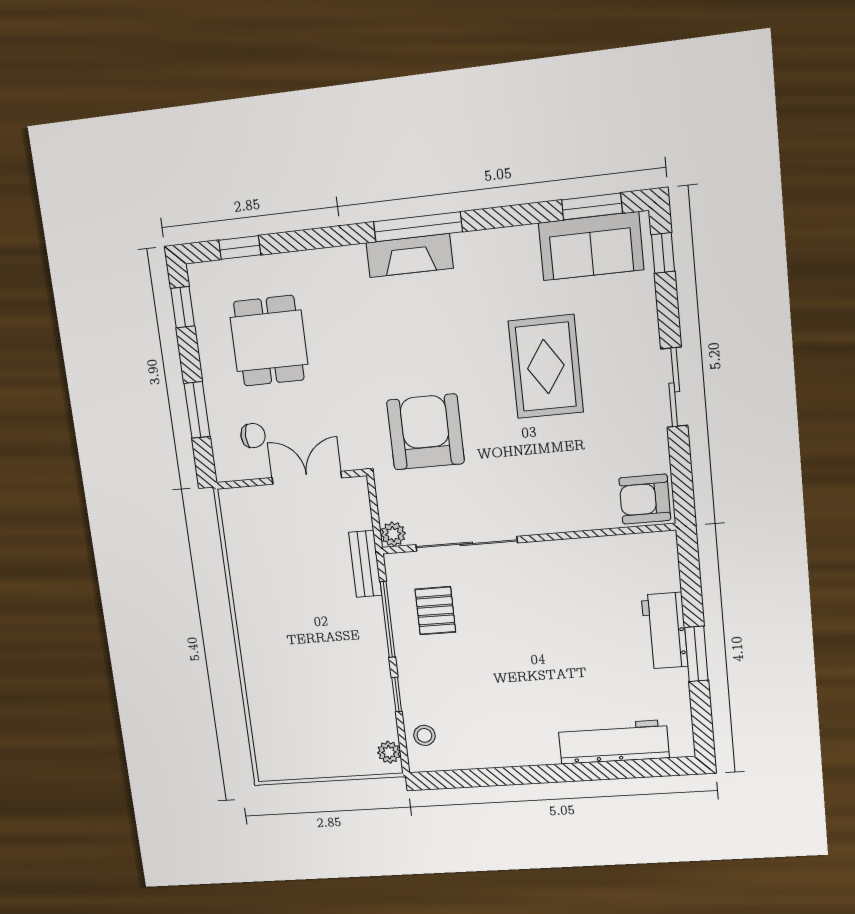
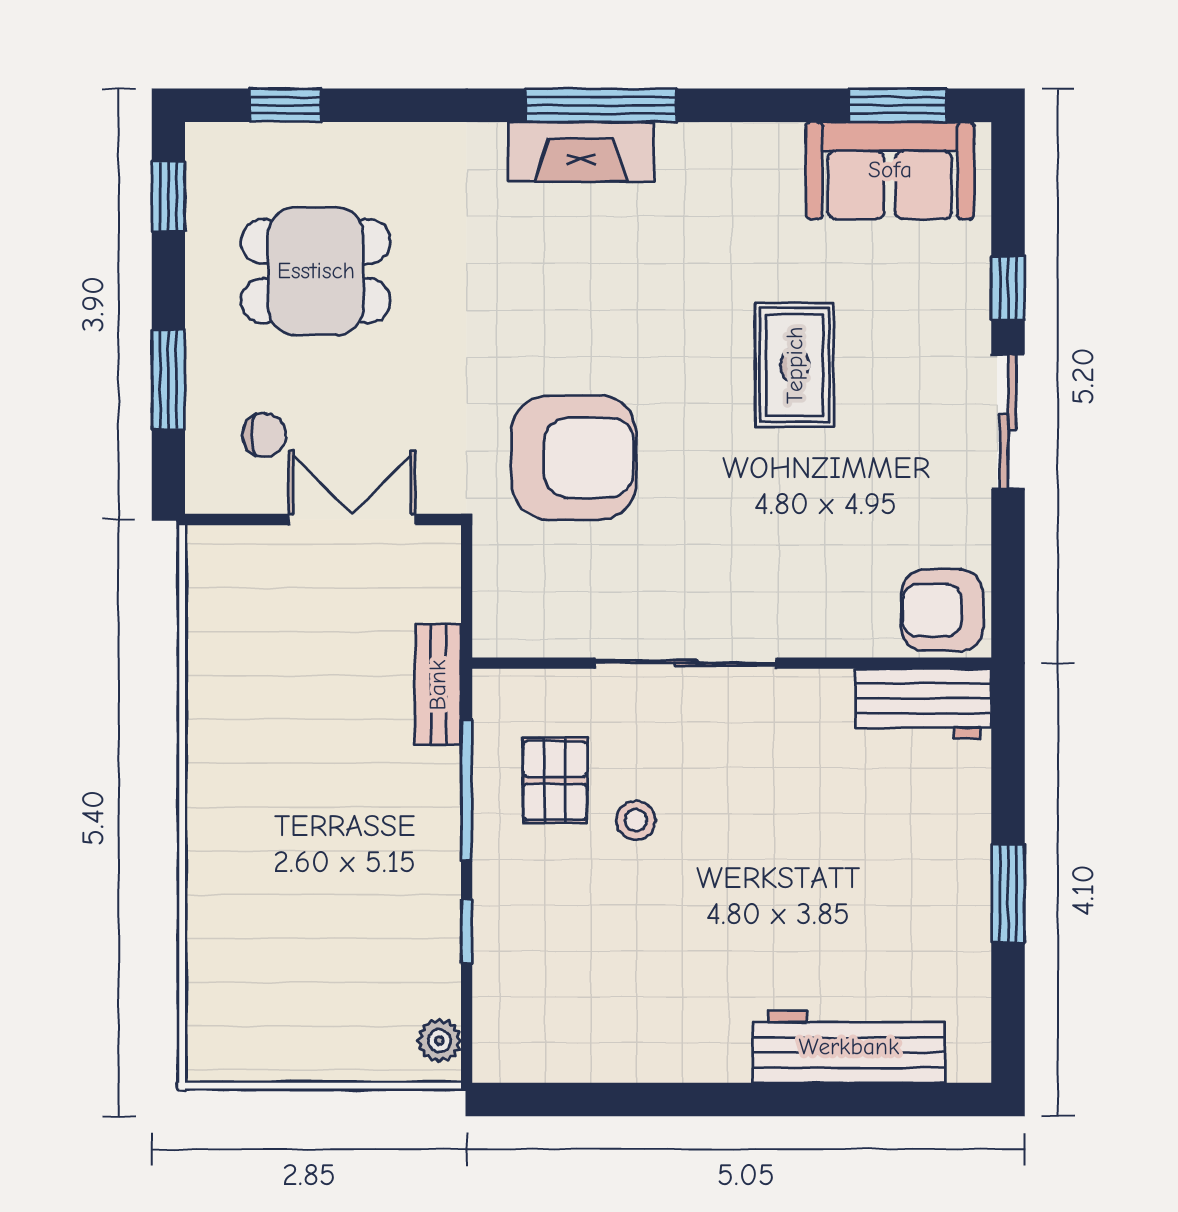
window: (663, 253) -> (1008, 288), moved
dining table: (269, 341) -> (316, 271), turned 90
rug: (546, 367) -> (795, 365), width x0.73, depth x0.70
armchair: (426, 432) -> (574, 458), turned 90
plant: (393, 534) -> (495, 635), removed
sliding door: (466, 544) -> (686, 663), moved
workbench: (665, 631) -> (924, 704), moved, turned -90
stool: (424, 735) -> (636, 820), moved

